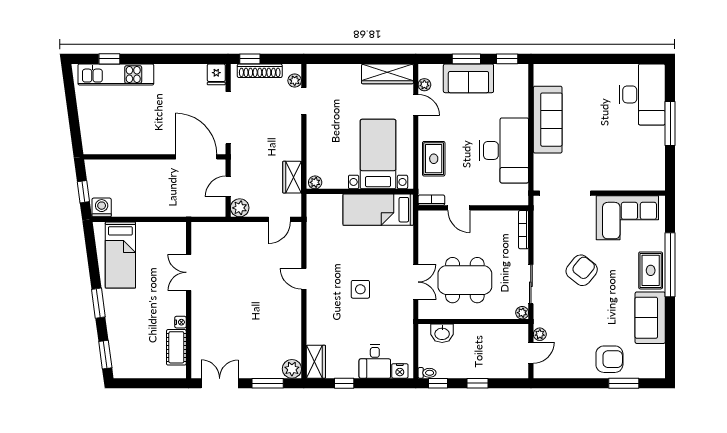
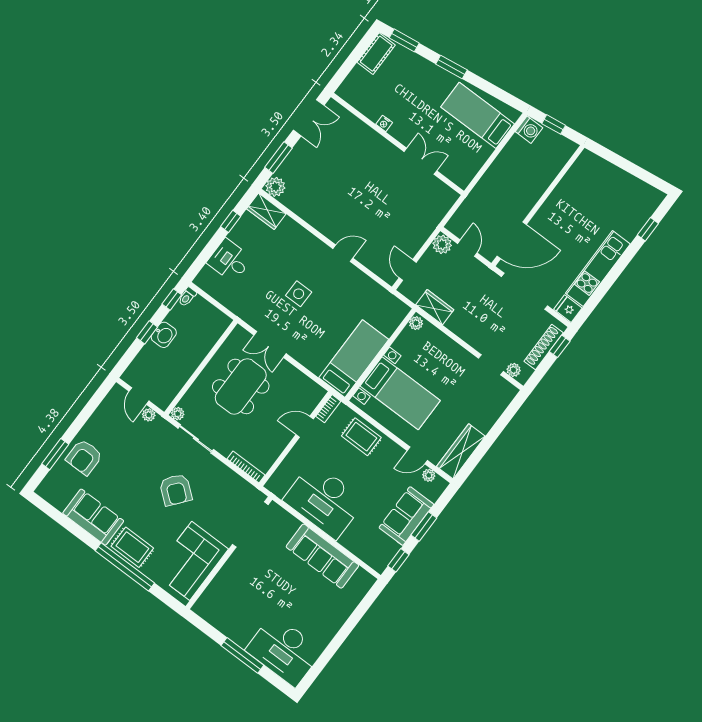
kitchen unit: (116, 75) -> (598, 269), moved
washbasin: (442, 333) -> (164, 335), moved, turned 180
cot: (176, 347) -> (376, 54), moved, turned 90
nightstand: (400, 371) -> (206, 275), removed

